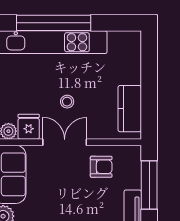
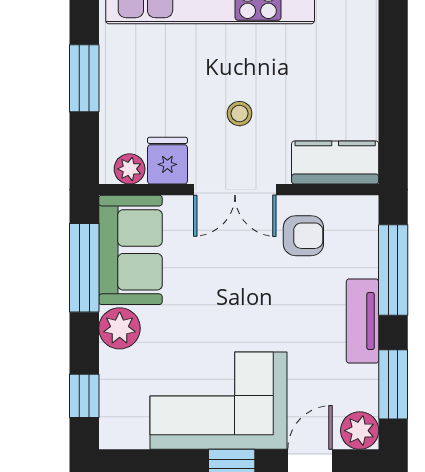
kitchen counter: (130, 109) -> (335, 162), moved, turned 90
double door: (65, 142) -> (235, 190), swing flipped

